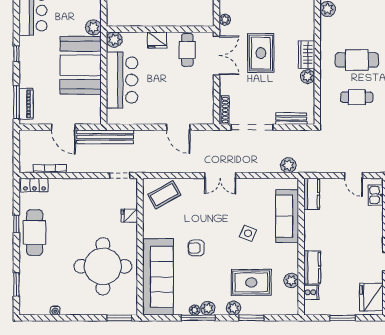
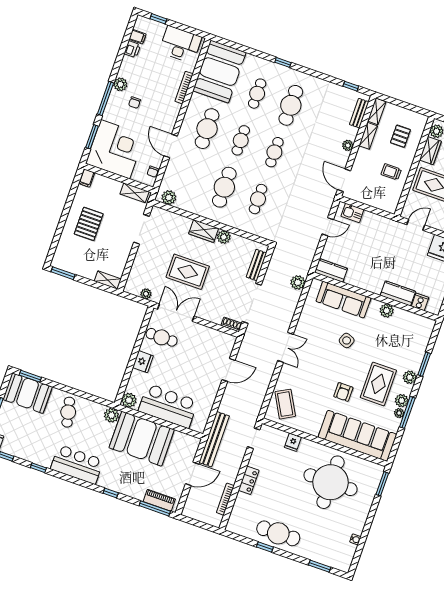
shoe rack: (224, 110) -> (232, 324), width x0.70
locker: (34, 185) -> (249, 480), moved
plant: (291, 280) -> (387, 311), moved
rug: (251, 282) -> (378, 384), moved

